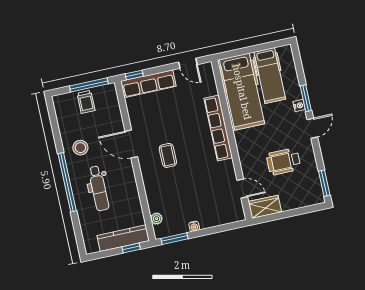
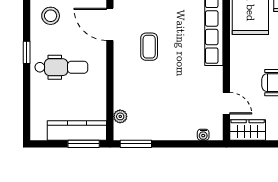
window: (67, 182) -> (27, 52), width x0.32
dental chair: (99, 188) -> (61, 67), turned -90
water cooler: (194, 226) -> (203, 135), moved
window: (131, 248) -> (84, 144), width x1.50

